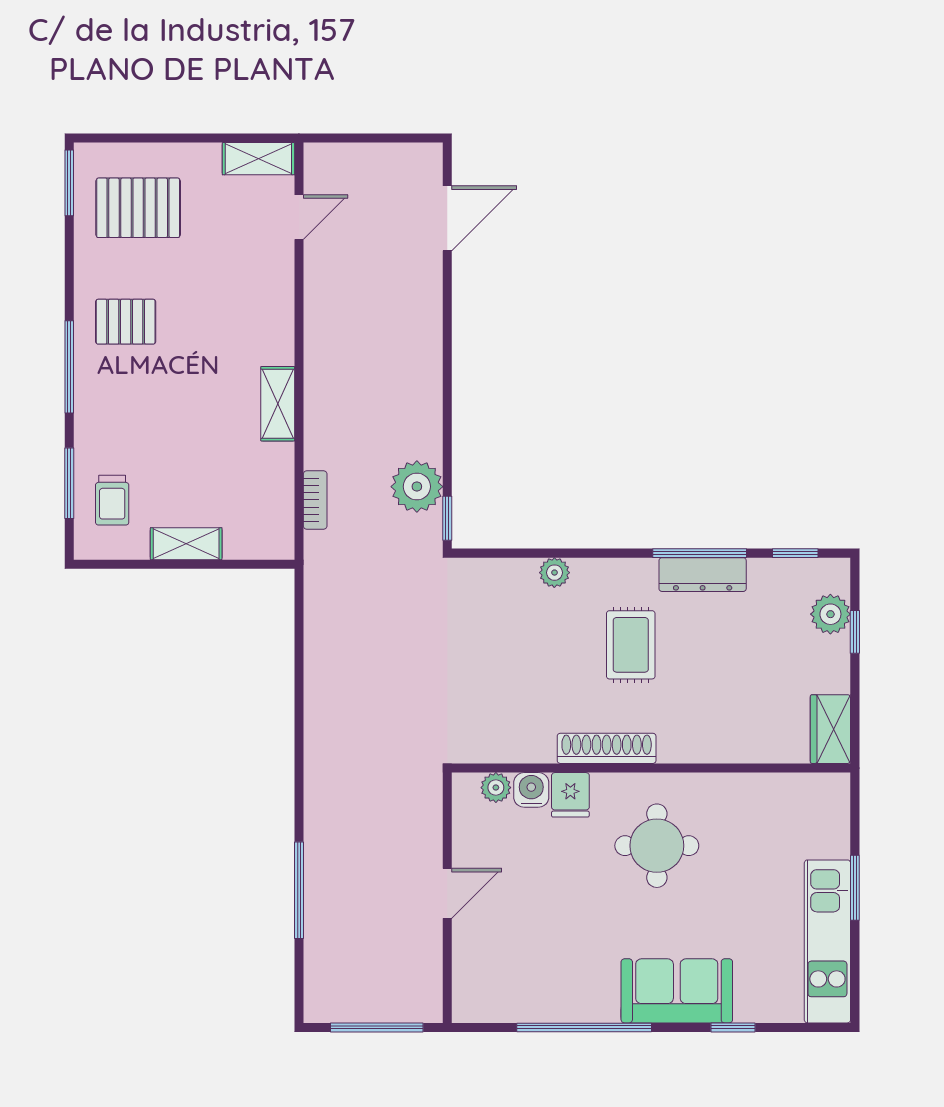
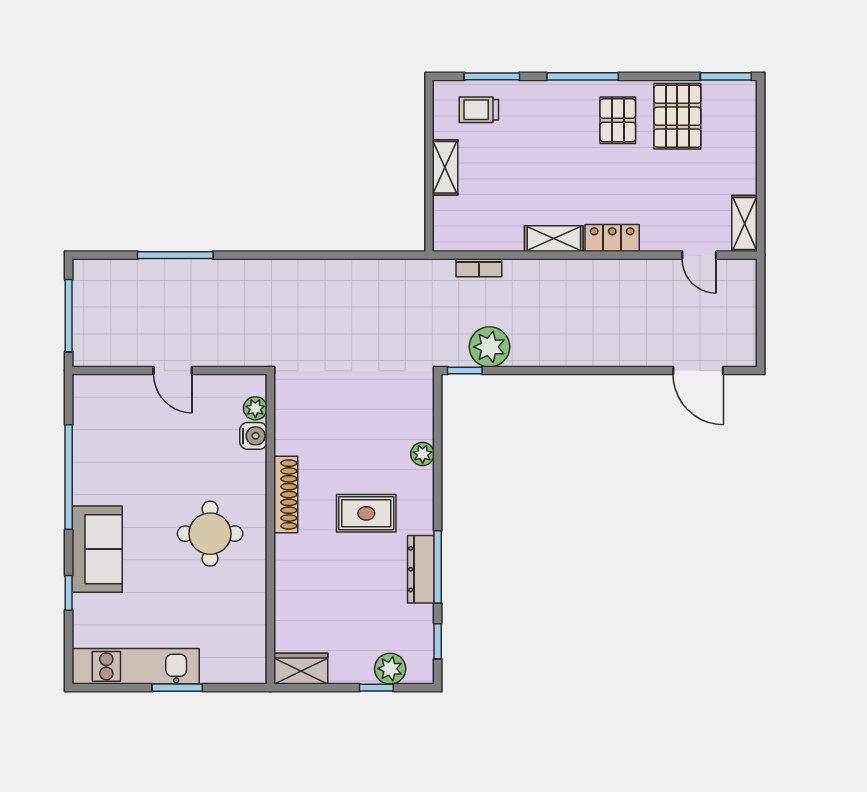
pallet: (138, 208) -> (677, 116), moved
locker: (277, 329) -> (612, 238), added
fridge: (570, 795) -> (250, 466), removed

